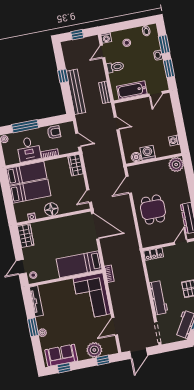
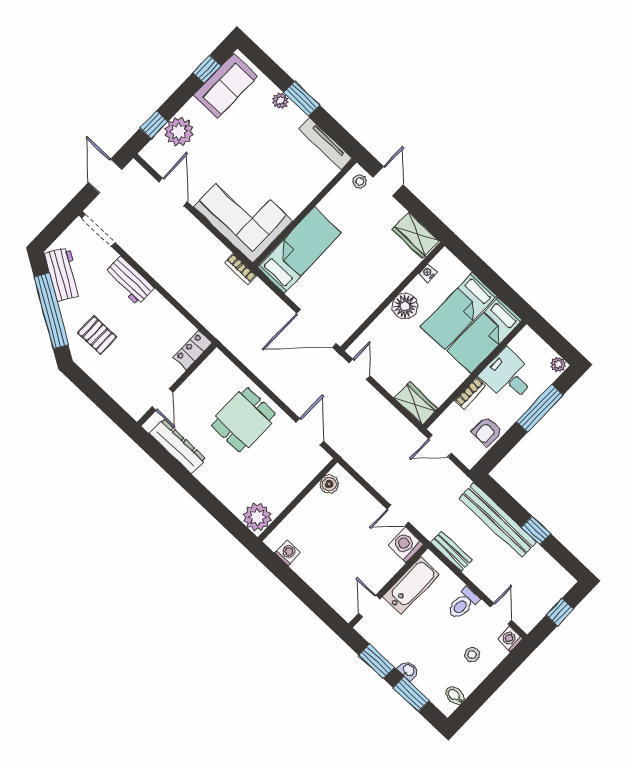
washing machine: (148, 153) -> (406, 545), moved, turned 180
dining table: (153, 210) -> (243, 420), turned 90
workbench: (159, 298) -> (129, 280), width x0.73

